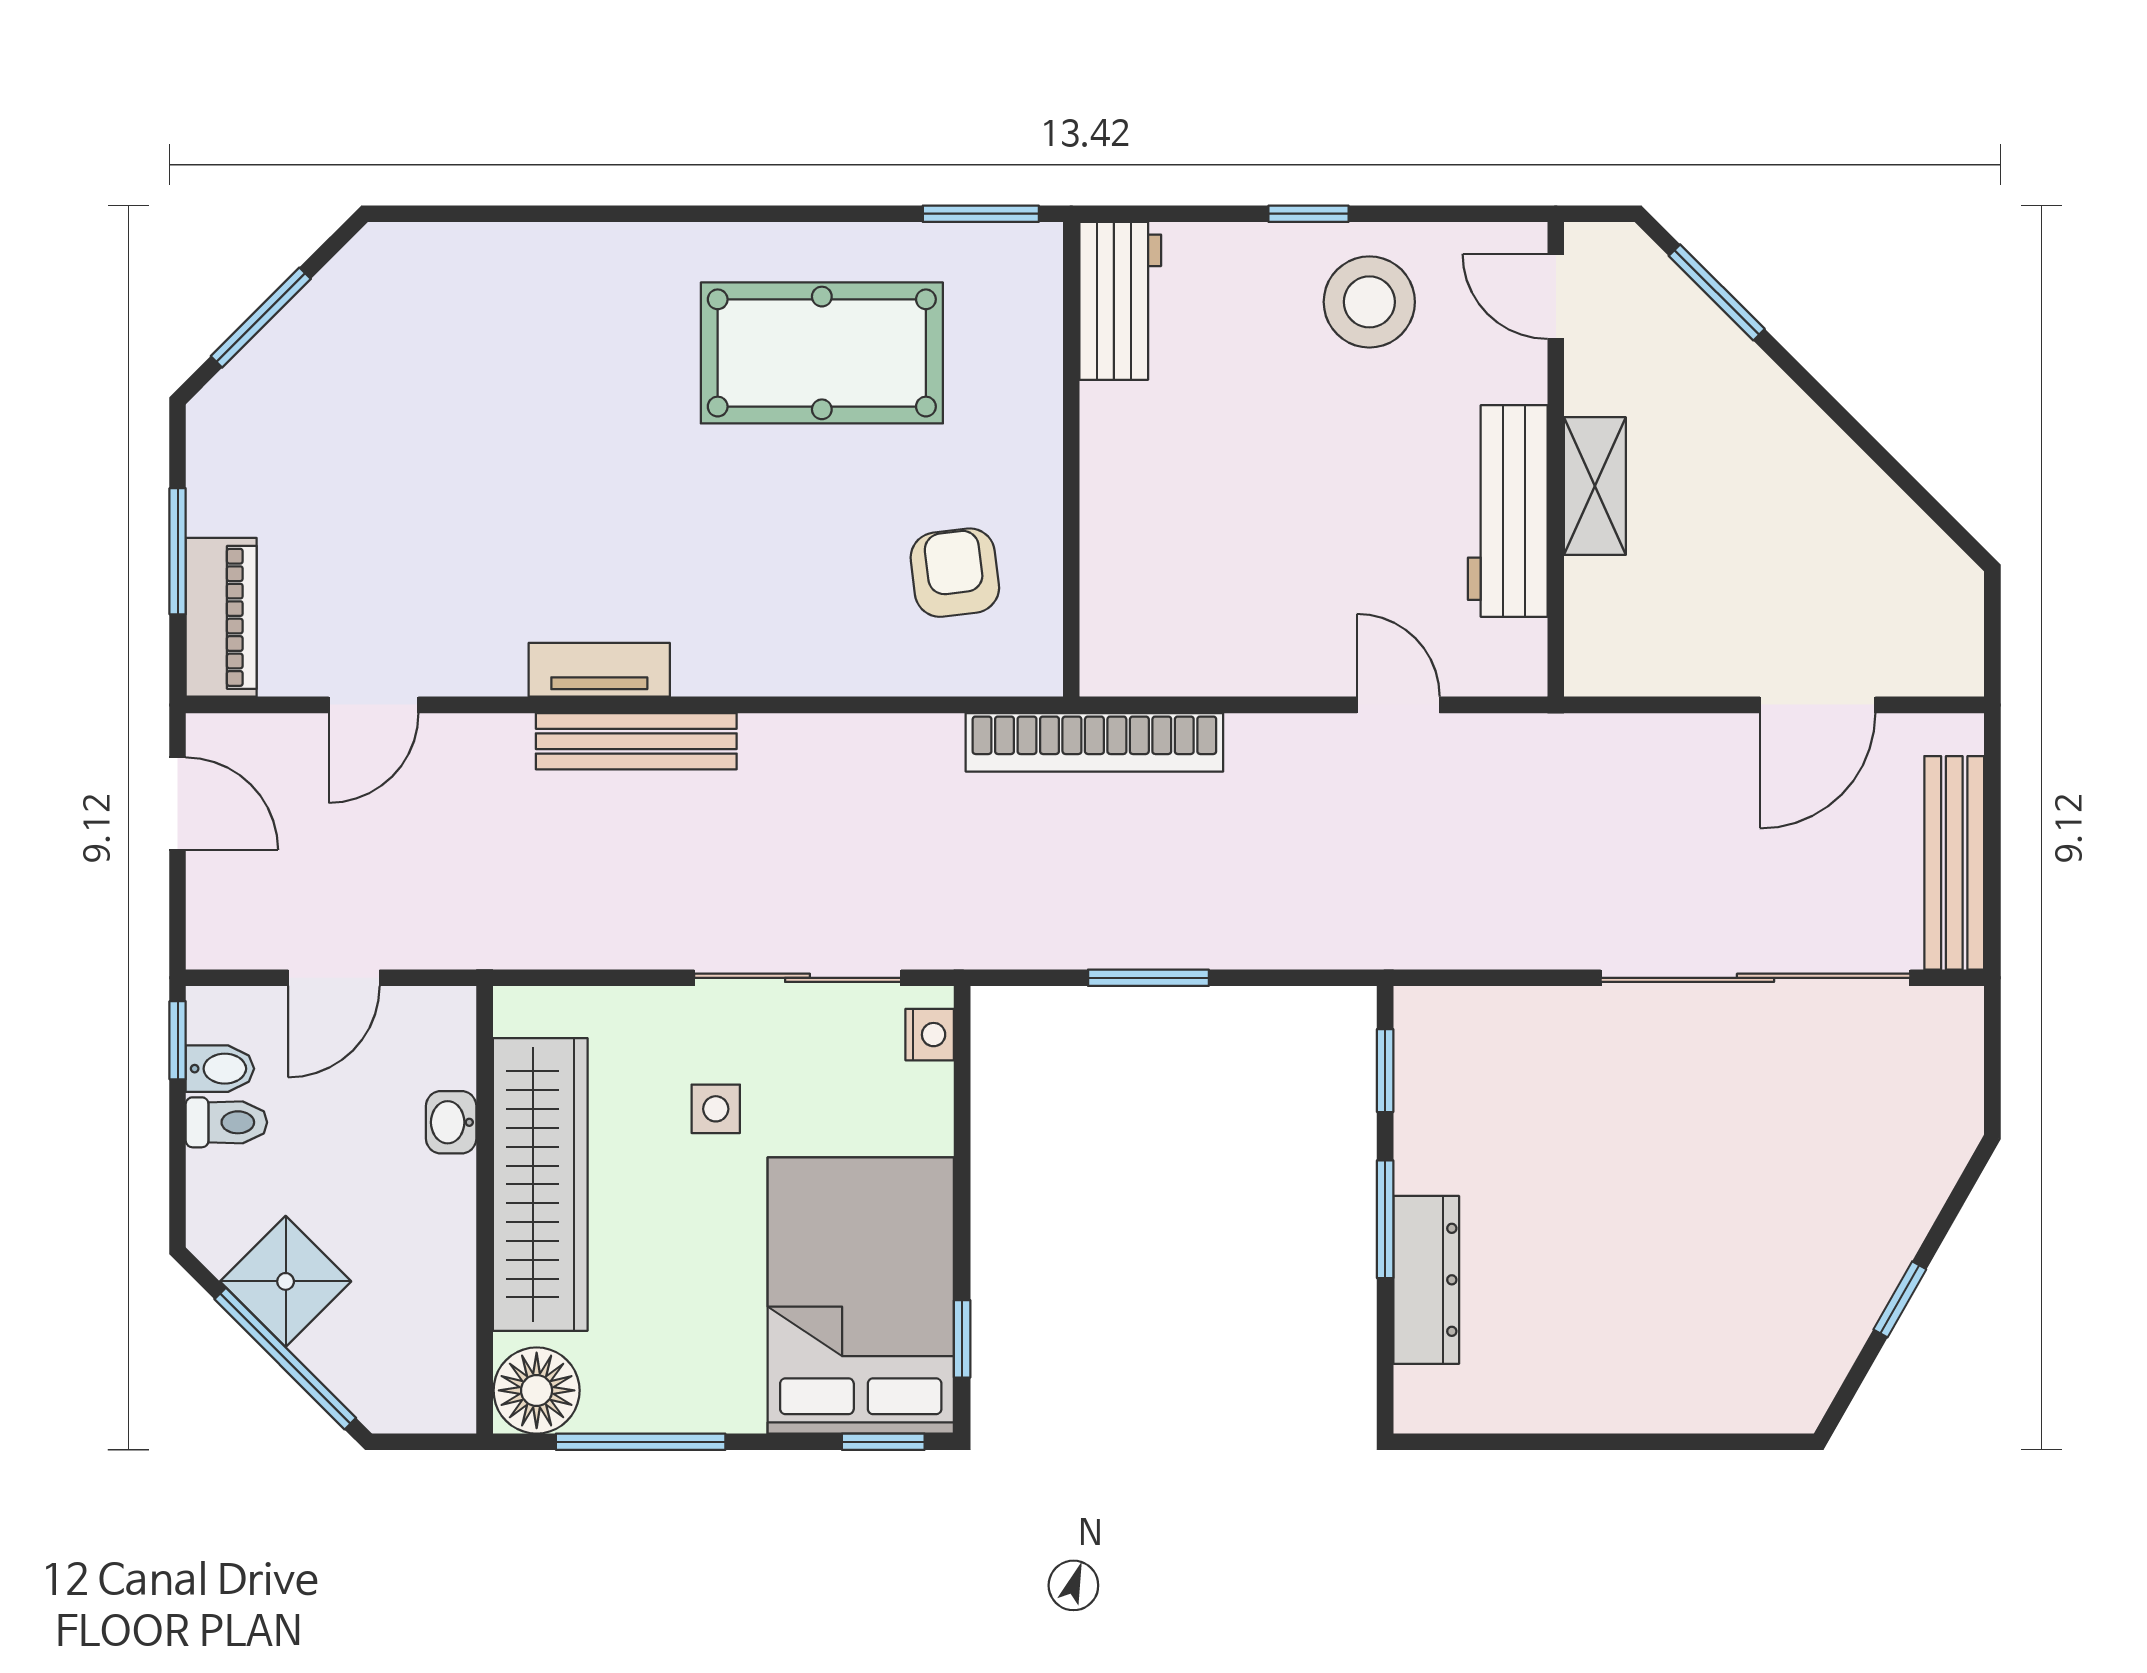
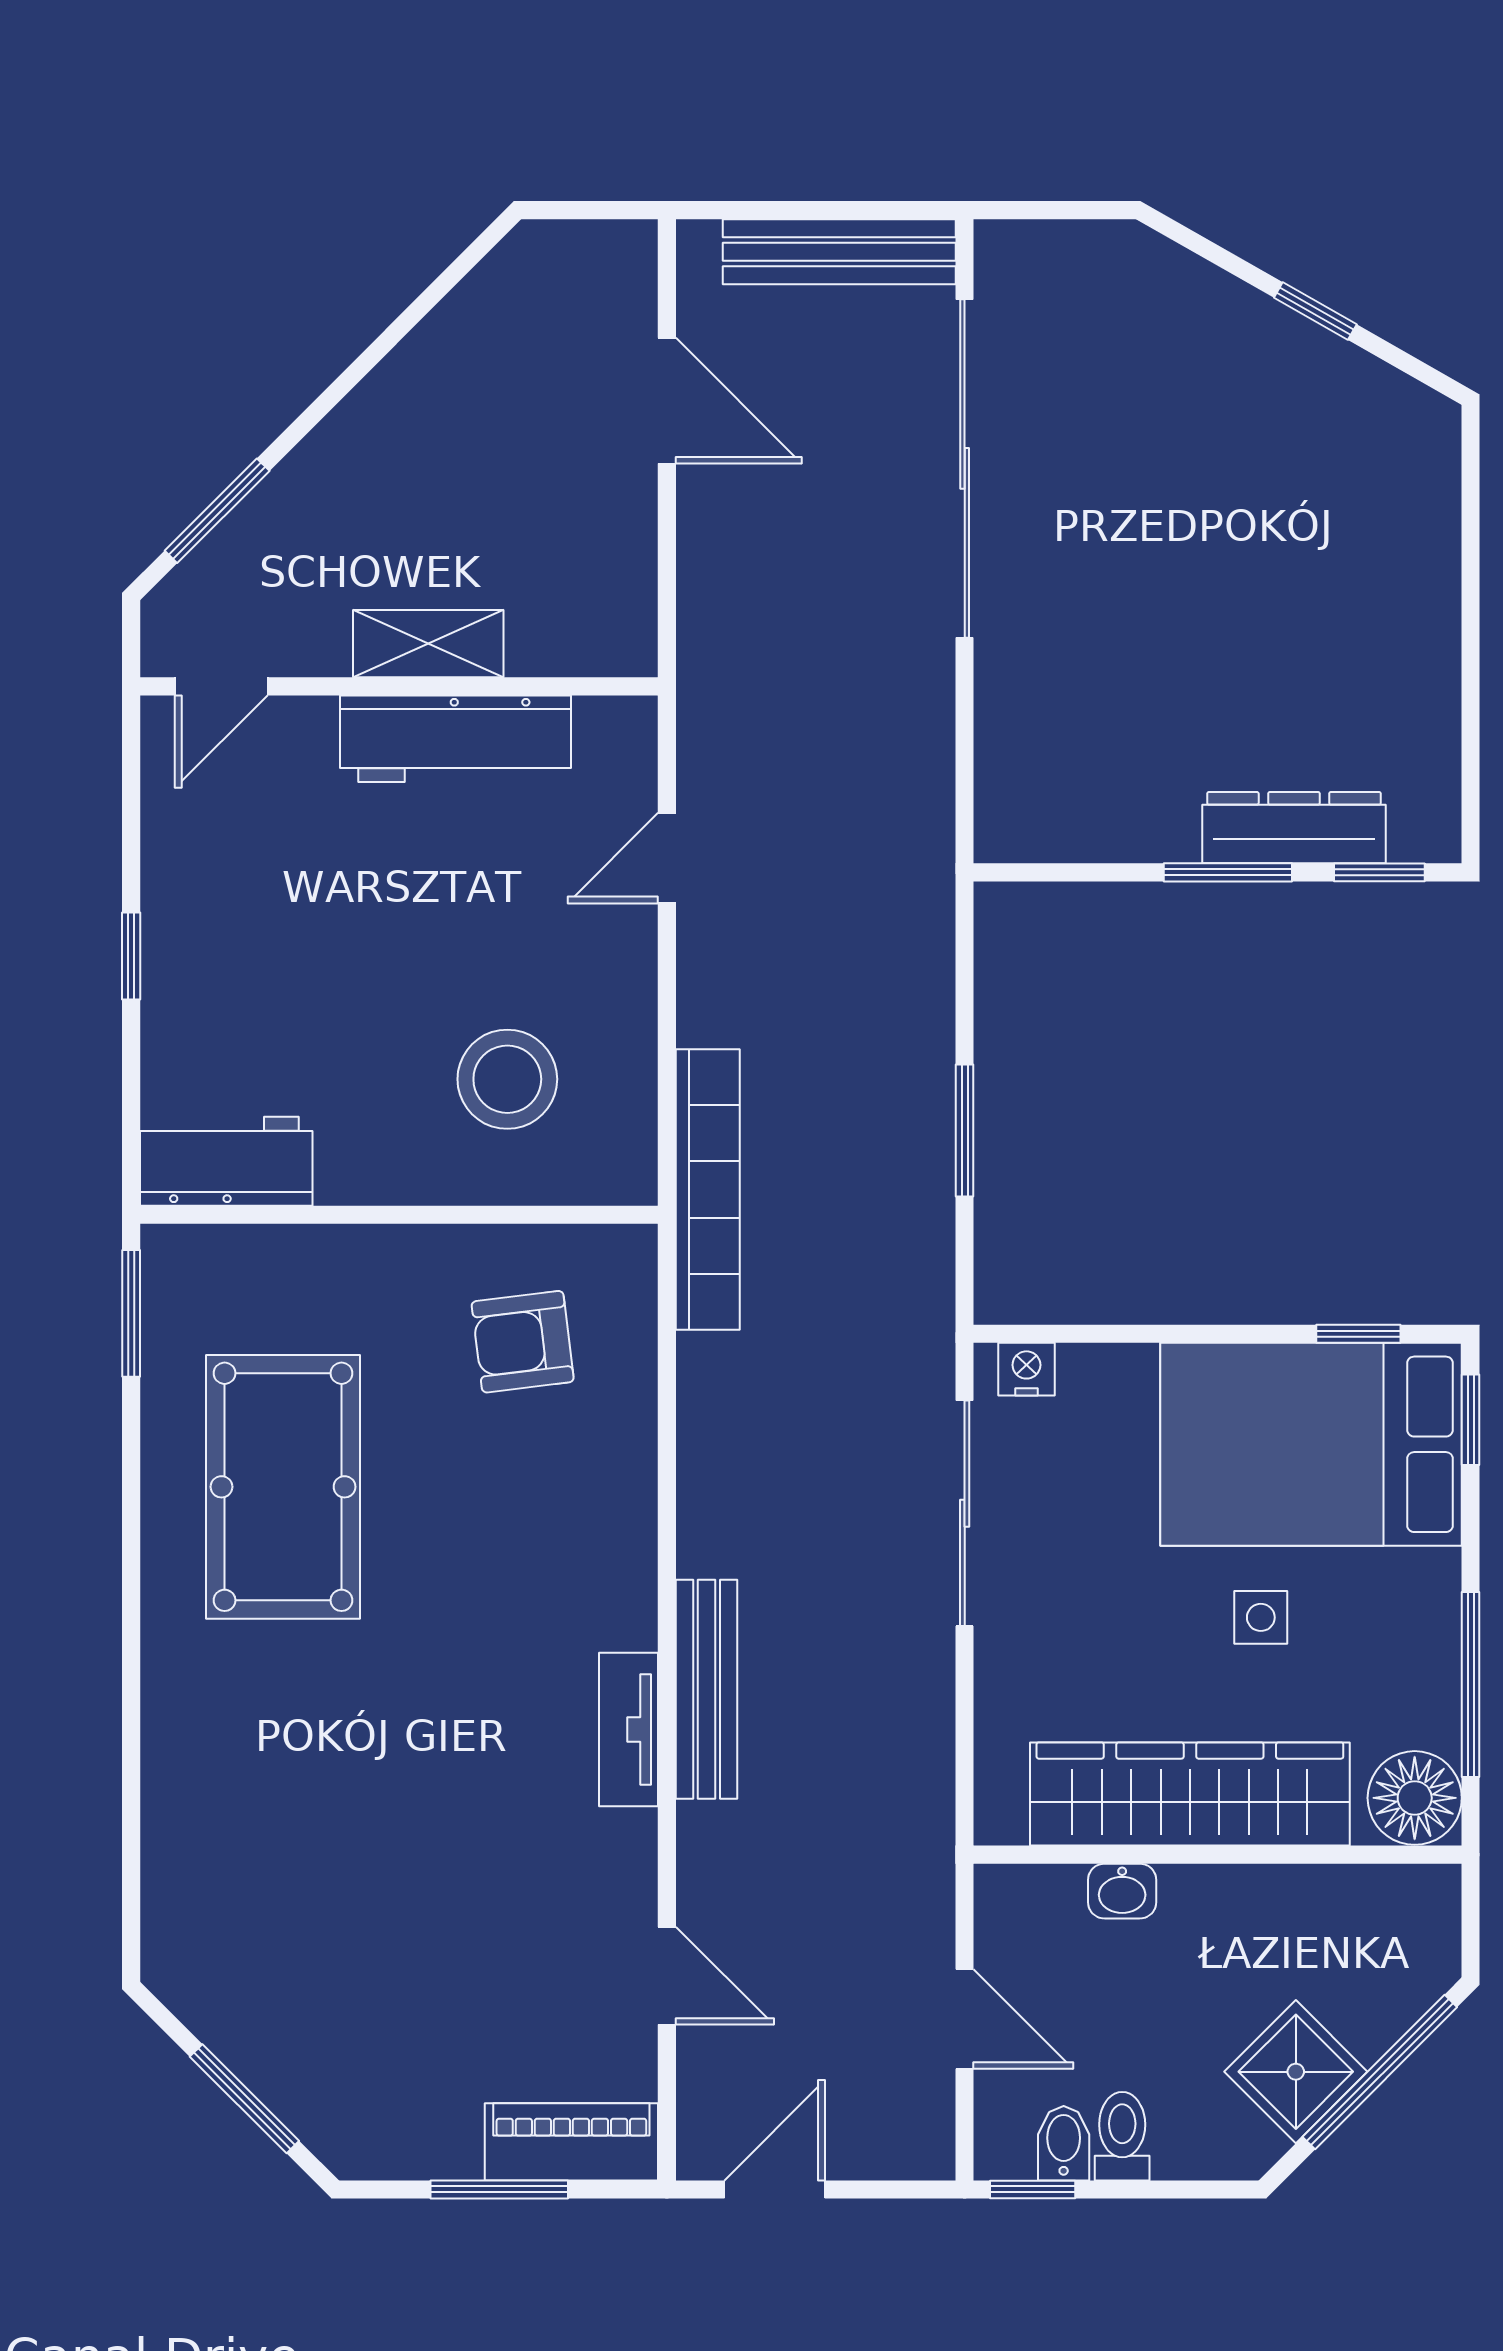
stool: (1369, 302) -> (507, 1079), moved
window: (1385, 1071) -> (1379, 872), moved
side table: (716, 1109) -> (1261, 1617), moved

